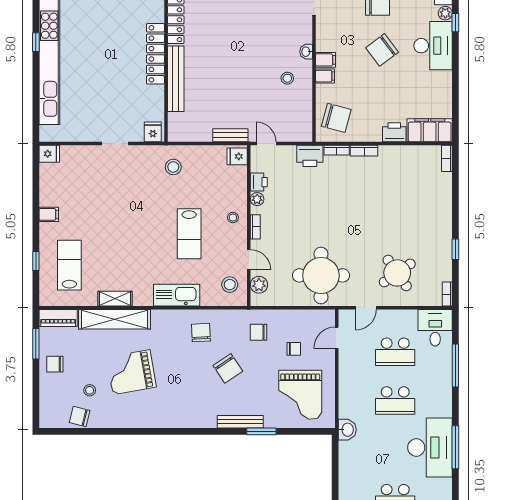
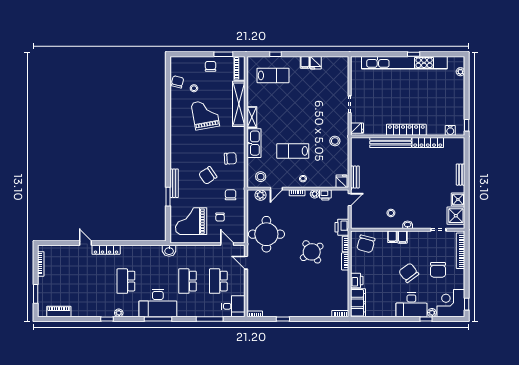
fridge: (49, 154) -> (316, 63), moved
round table: (397, 273) -> (312, 252), moved
shelving: (115, 299) -> (252, 117), moved

